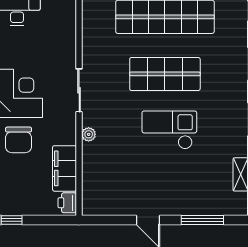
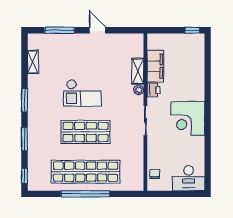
chair: (19, 140) -> (155, 174), moved, width x0.54, depth x0.54
shelving: (90, 161) -> (138, 71), added
printer: (67, 203) -> (154, 90), moved

